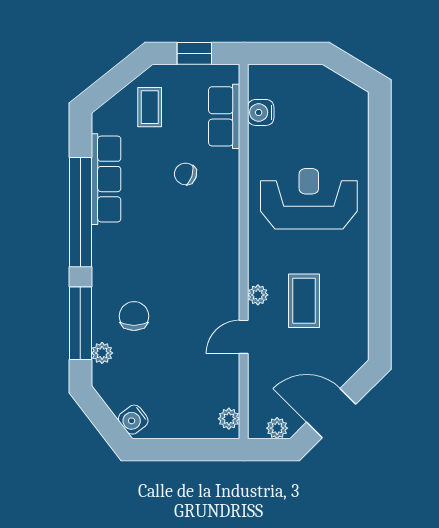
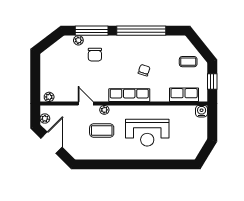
water cooler: (261, 112) -> (202, 111), moved
chair: (185, 174) -> (144, 70), moved
row of seats: (106, 179) -> (129, 95), moved, turned 180
reception desk: (309, 199) -> (147, 133), turned 90
chair: (134, 316) -> (95, 55), turned 90
water cooler: (133, 420) -> (49, 54), removed

